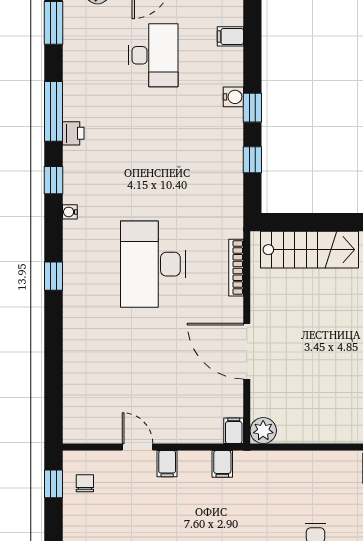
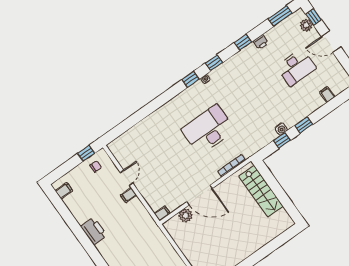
water cooler: (233, 97) -> (281, 129), moved
window: (53, 111) -> (243, 42), width x0.46
printer: (73, 133) -> (261, 42), moved
window: (53, 276) -> (190, 79), moved
door: (247, 351) -> (200, 195), swing flipped
plant: (263, 431) -> (186, 216), moved
filing cabinet: (222, 464) -> (145, 218), removed

